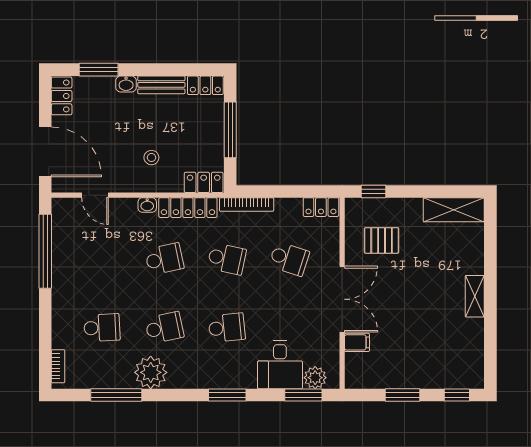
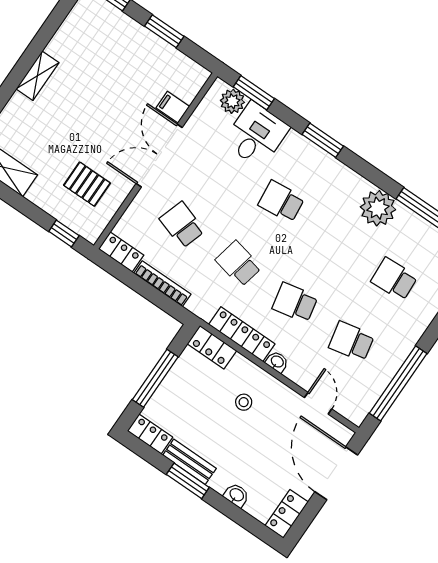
window: (99, 70) -> (188, 481), moved
washbasin: (126, 84) -> (236, 495), moved
bookcase: (247, 205) -> (162, 284), moved
school desk: (164, 328) -> (351, 341), moved

